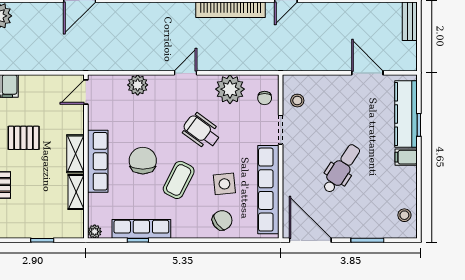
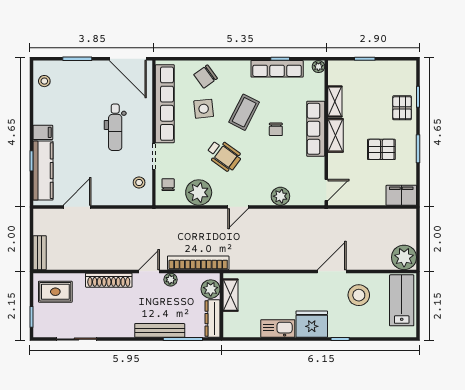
door: (367, 73) -> (77, 207), swing flipped
chair: (143, 161) -> (276, 129), width x0.54, depth x0.54
dental chair: (341, 169) -> (115, 127), moved, turned -33

